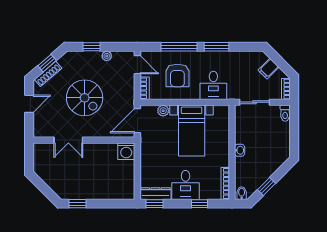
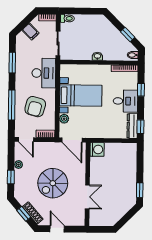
window: (216, 47) -> (12, 63), moved
door: (137, 65) -> (26, 139), swing flipped
armchair: (177, 75) -> (35, 107), turned 105
desk: (213, 85) -> (44, 73), width x1.37
spiral stairs: (85, 98) -> (53, 183), turned 180

